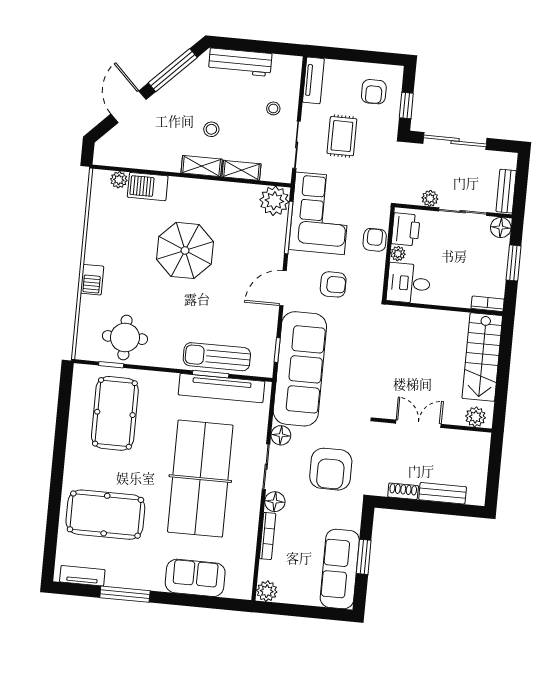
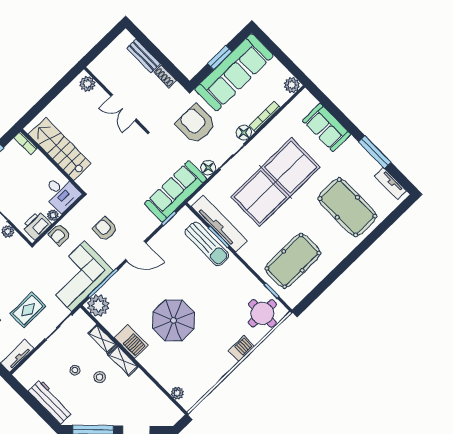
stool: (273, 108) -> (75, 370), moved
barbecue: (148, 187) -> (131, 342), moved
round table: (125, 338) -> (262, 313), moved
stairs: (482, 357) -> (60, 149), moved, turned -90
sofa: (300, 369) -> (176, 191), width x0.74, depth x0.79
armchair: (331, 469) -> (196, 124), turned -90
sofa: (340, 569) -> (234, 72), width x1.36, depth x1.27

